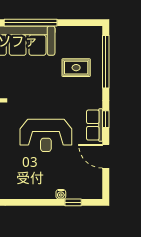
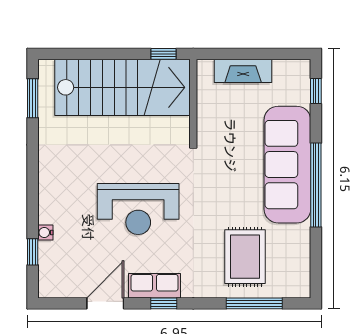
window: (106, 62) -> (254, 303), width x0.68
rug: (76, 68) -> (245, 257), width x1.36, depth x1.43
reception desk: (46, 135) -> (138, 209), turned -90

